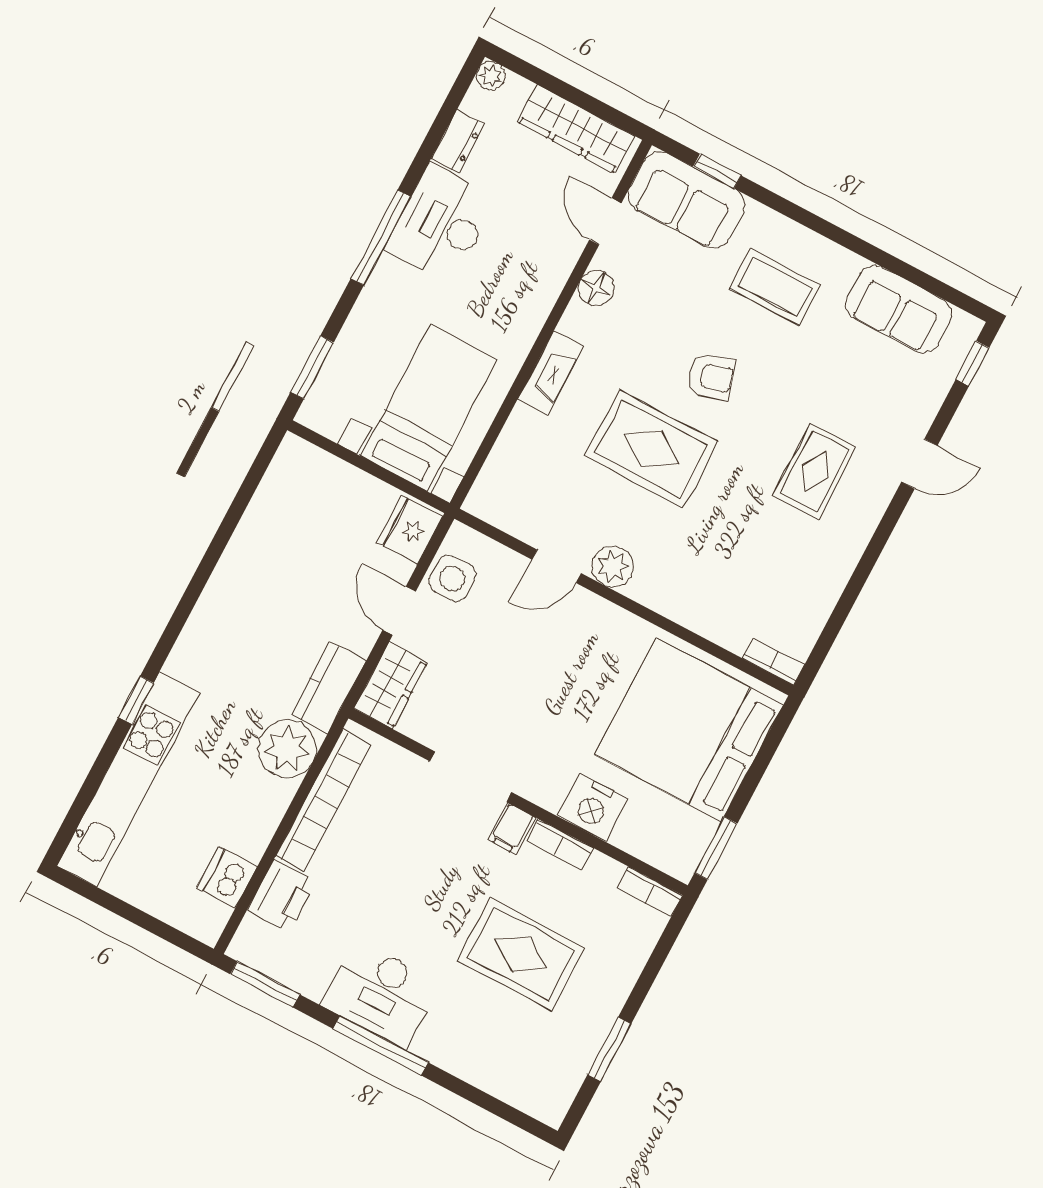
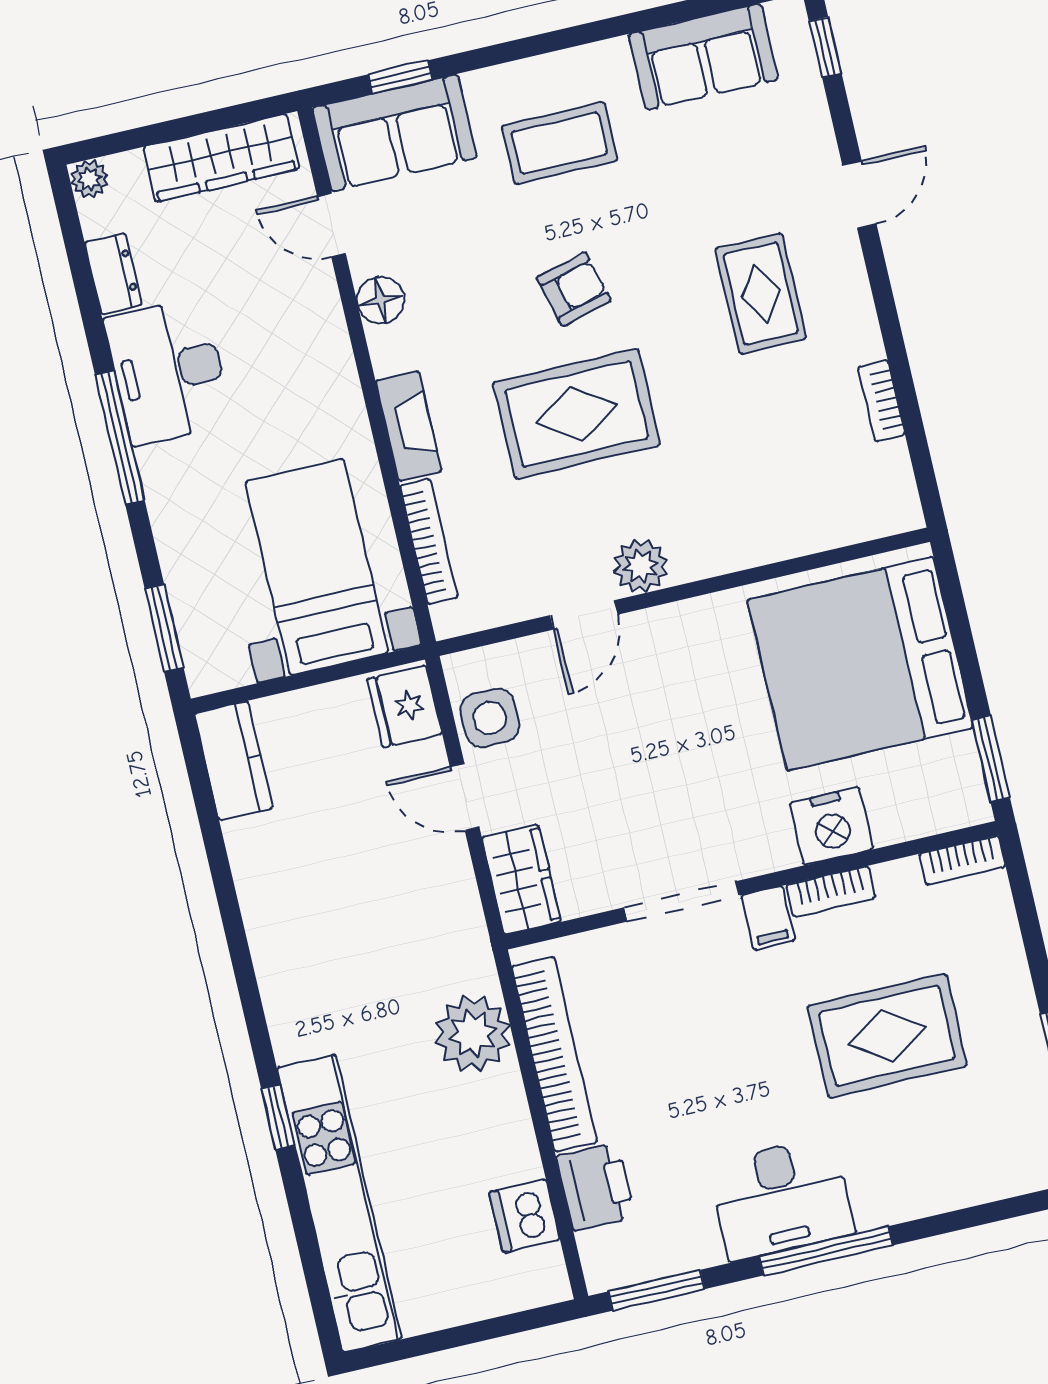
bookcase: (505, 448) -> (429, 541), added
bookcase: (773, 662) -> (881, 401), moved, turned -90
kitchen counter: (329, 688) -> (234, 761), moved, turned 180

